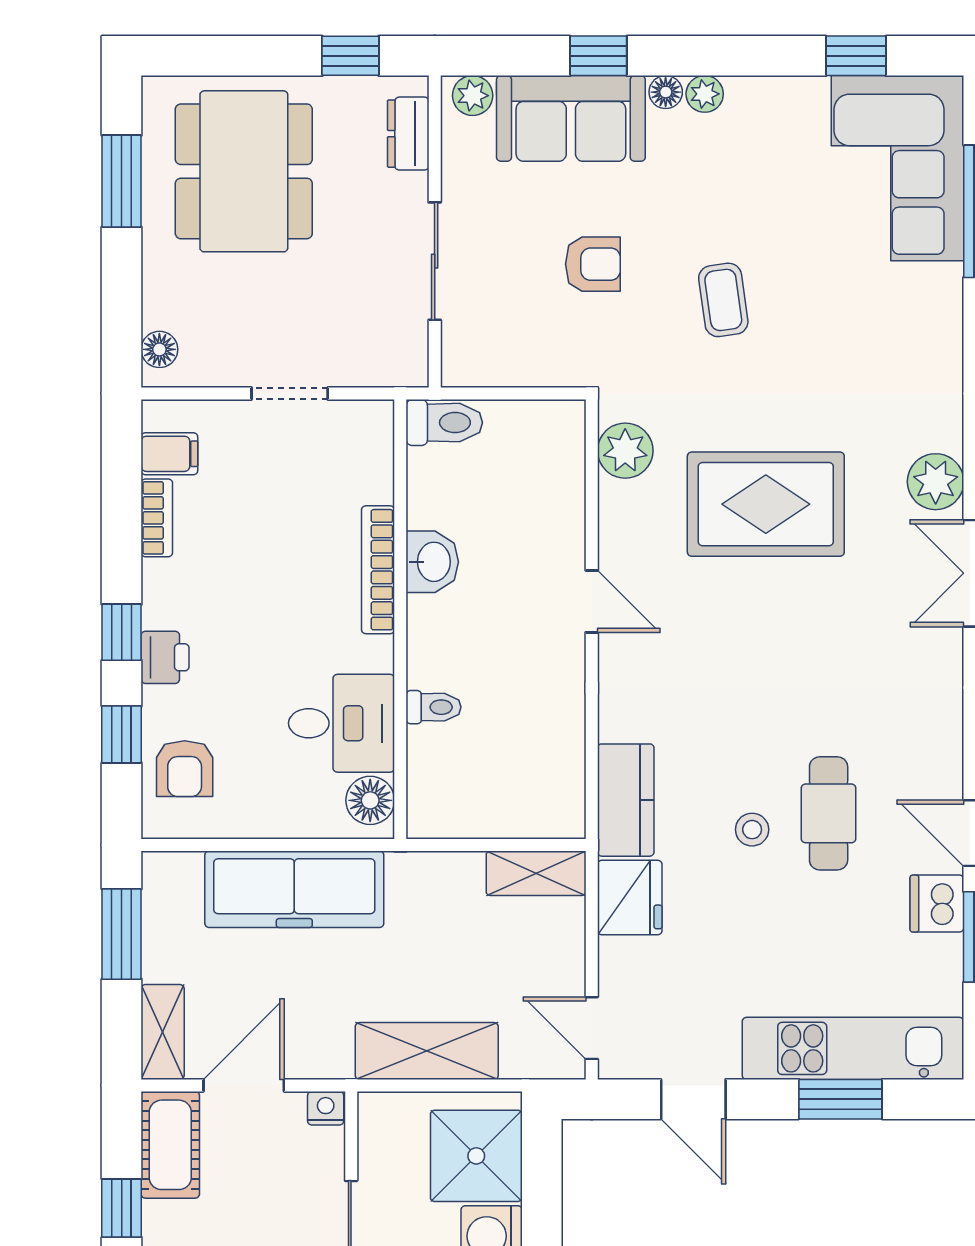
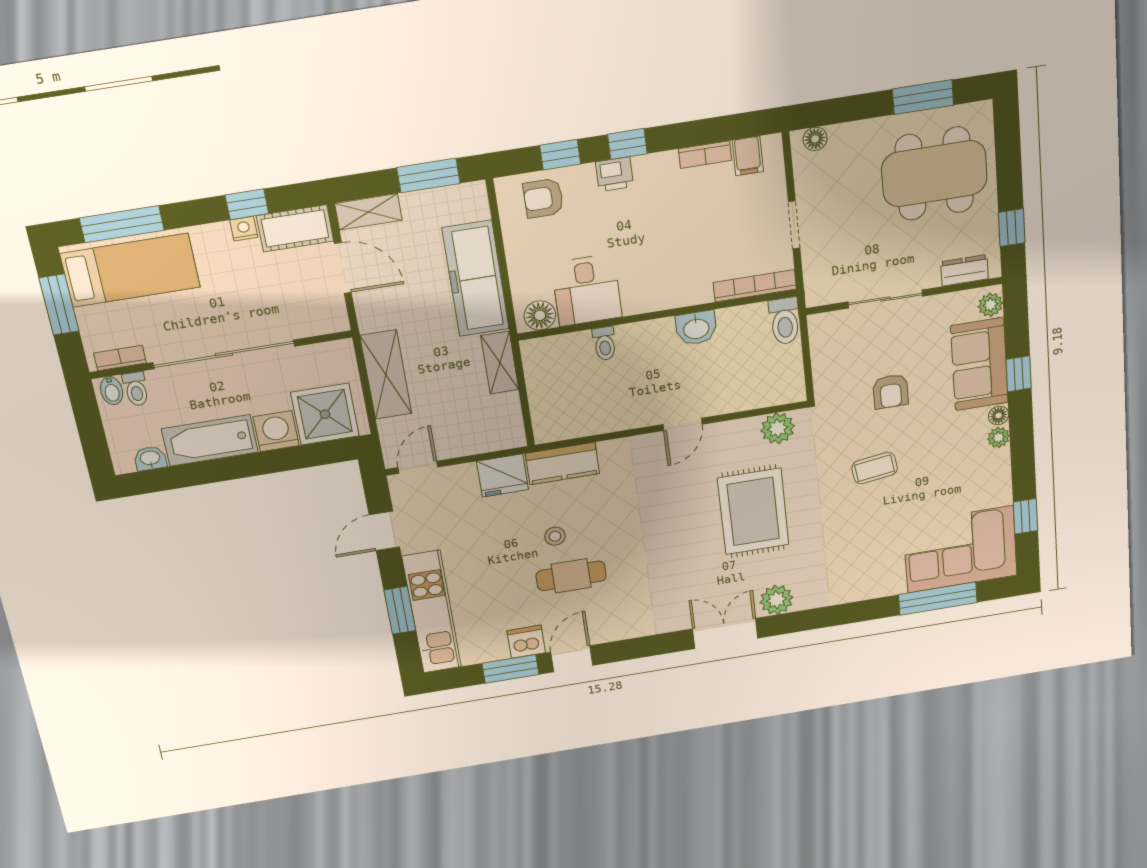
bookcase: (378, 570) -> (755, 286), moved
shelving: (536, 873) -> (500, 363), moved
nightstand: (326, 1108) -> (244, 229), moved, turned -90

